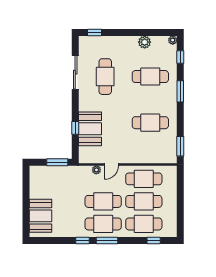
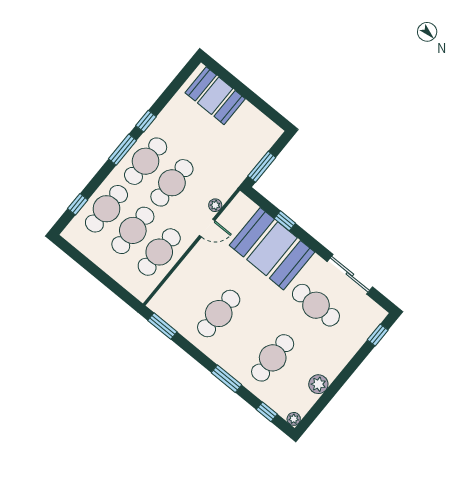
booth: (90, 129) -> (272, 249), width x1.36, depth x1.42
door: (111, 164) -> (207, 228), swing flipped

